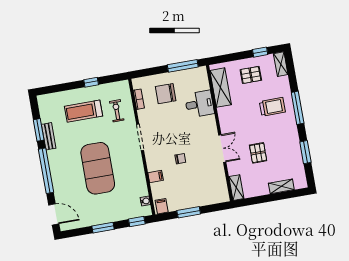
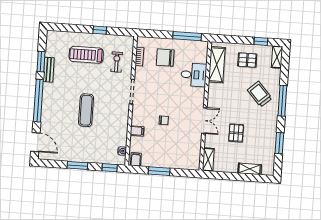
trolley: (272, 107) -> (260, 94), turned -131
exercise mat: (98, 168) -> (86, 110), width x0.50, depth x0.69

